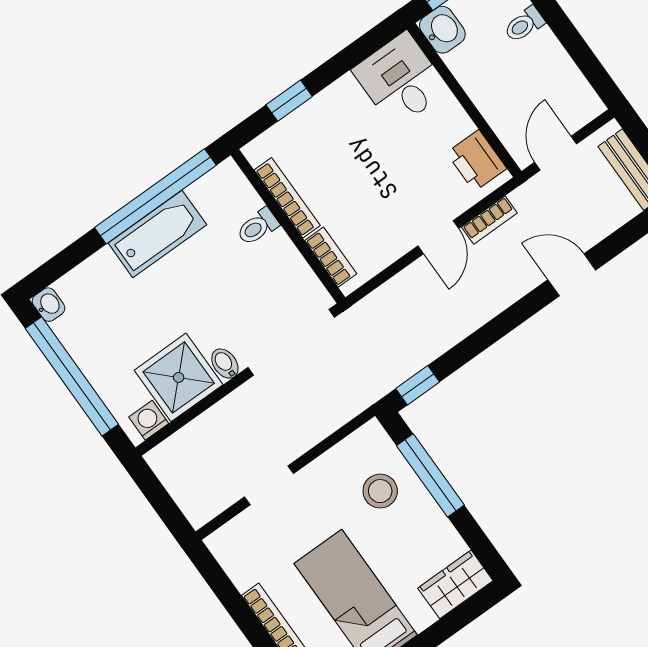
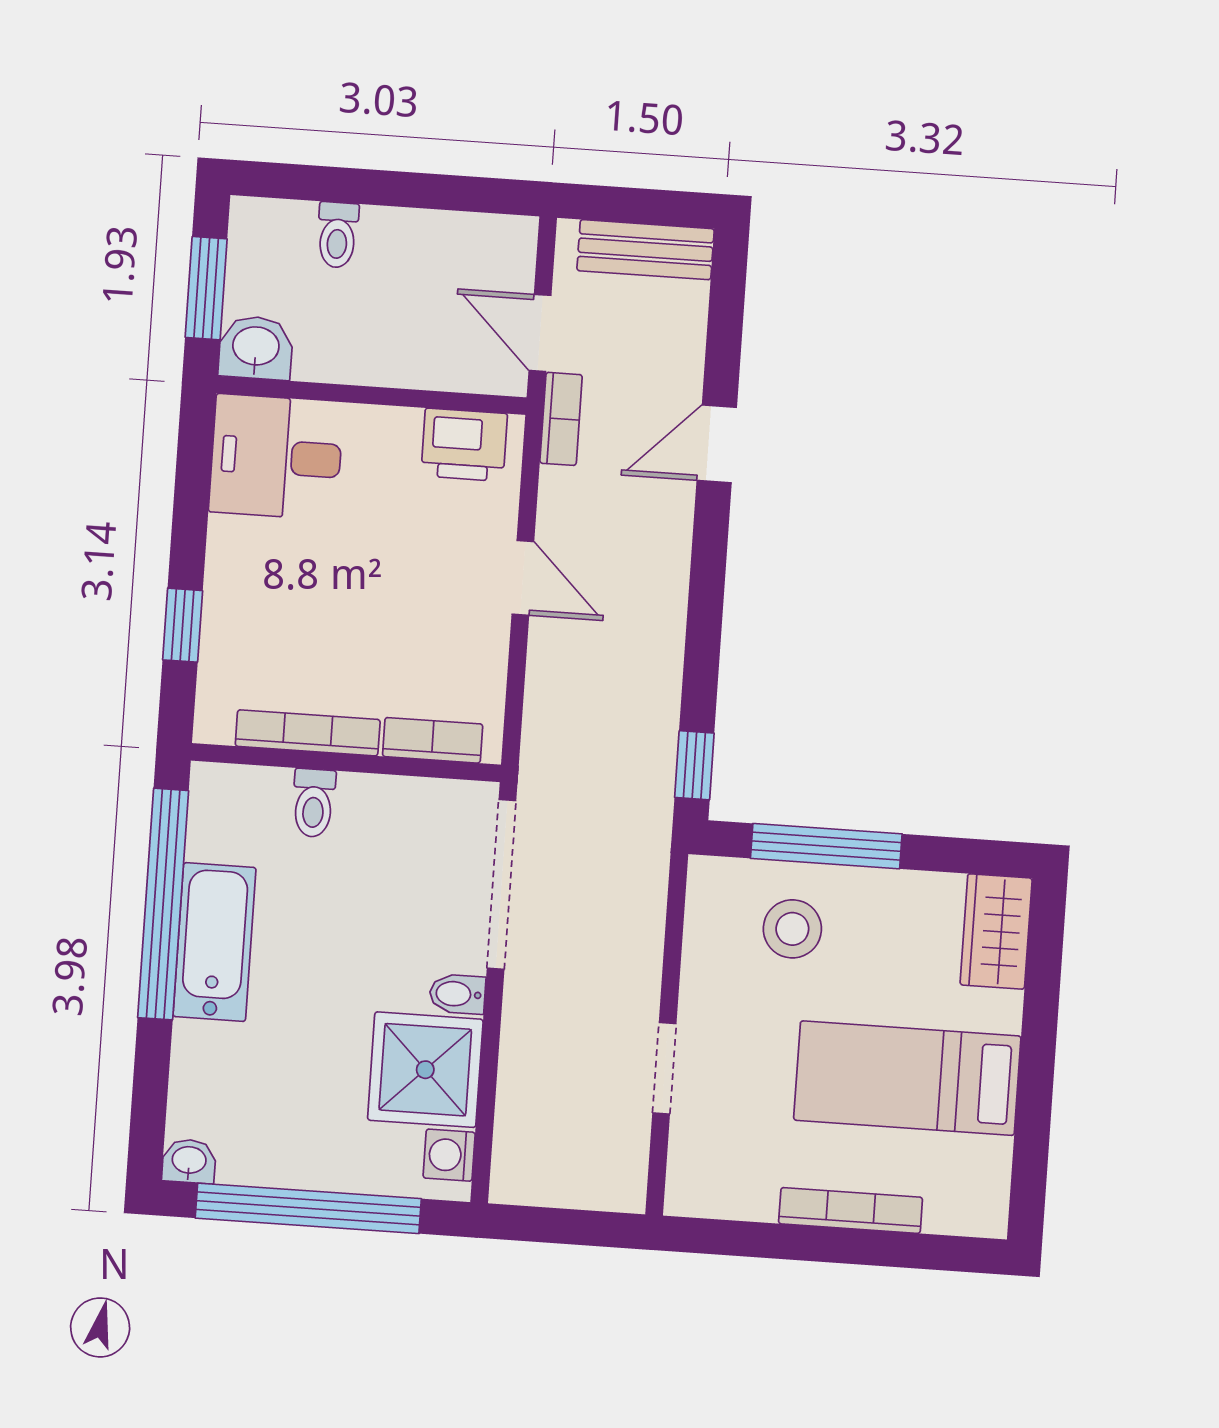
bookcase: (489, 220) -> (561, 419), moved

